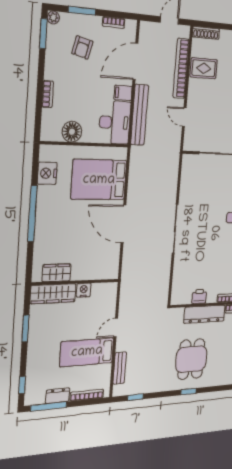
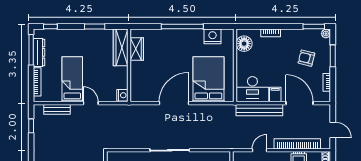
floor lamp: (72, 132) -> (244, 44), moved
nightstand: (84, 290) -> (122, 95), moved
dresser: (58, 396) -> (39, 52), width x1.44

